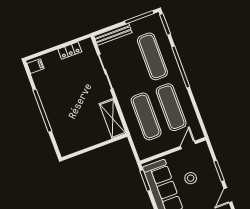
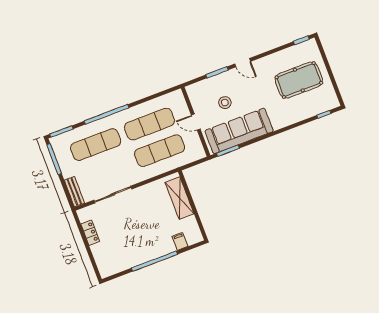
bench: (113, 34) -> (74, 192), width x0.73
filing cabinet: (35, 66) -> (180, 241), moved
shelving: (113, 119) -> (180, 198), moved, turned 90
door: (188, 145) -> (196, 122), moved

